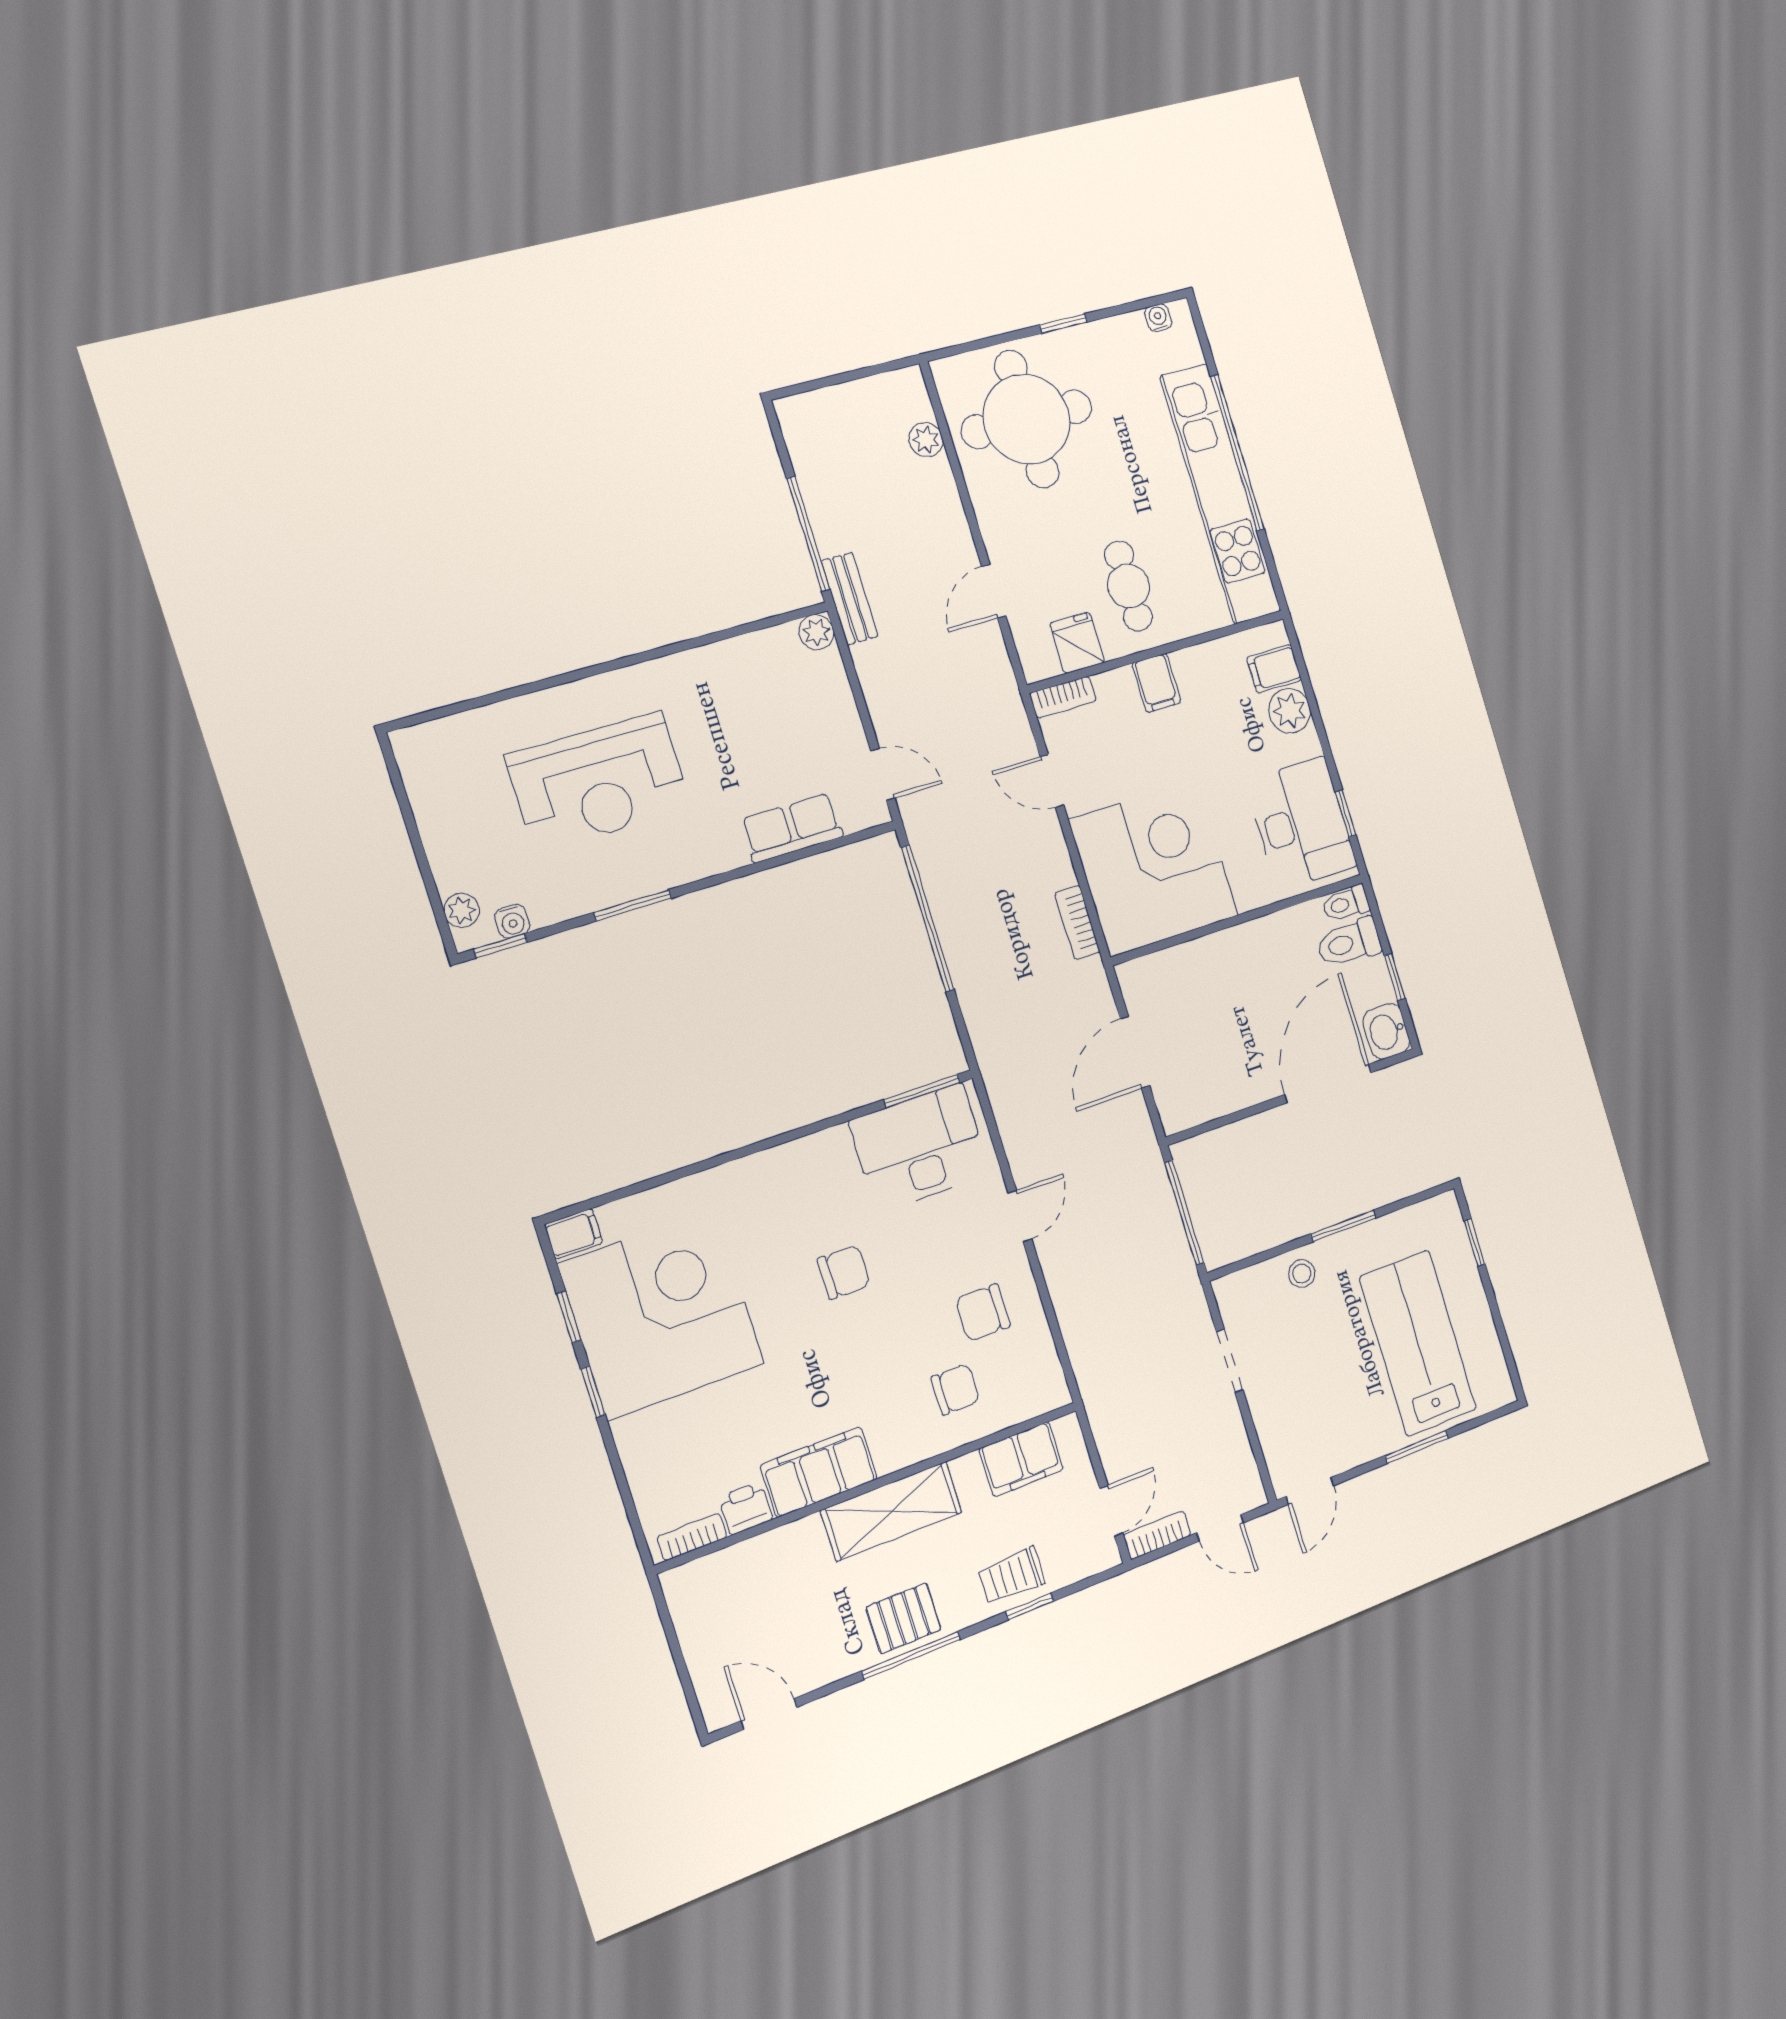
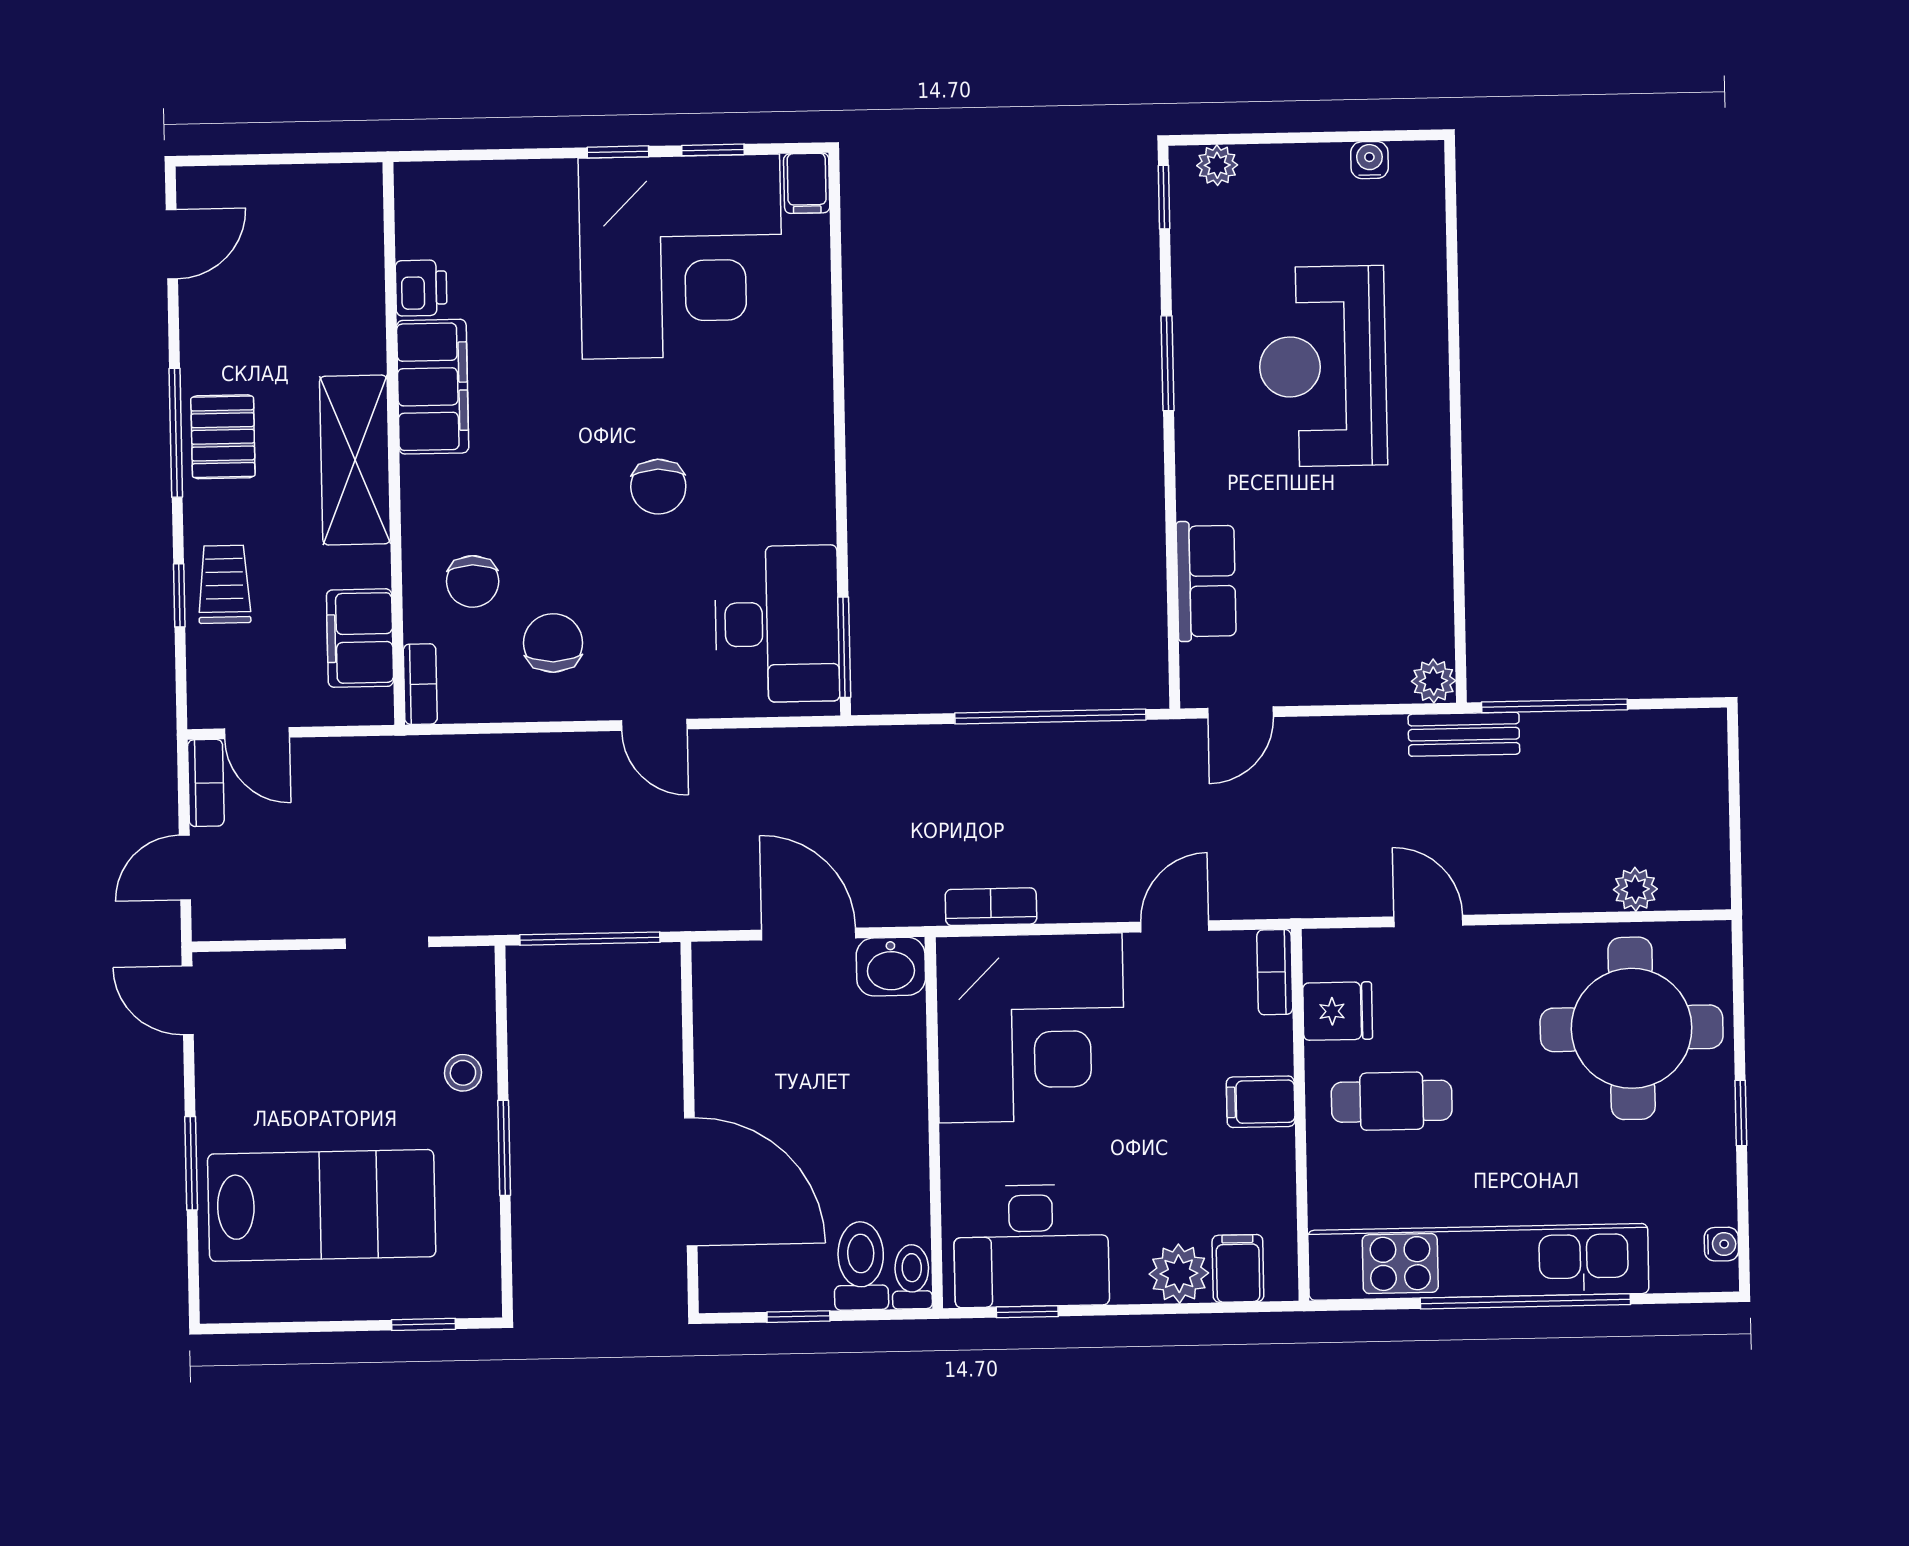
water cooler: (512, 921) -> (1370, 160), moved, turned 90
washbasin: (1386, 1031) -> (891, 967), moved, turned 180
bookcase: (692, 1537) -> (420, 684), moved

